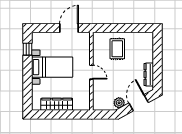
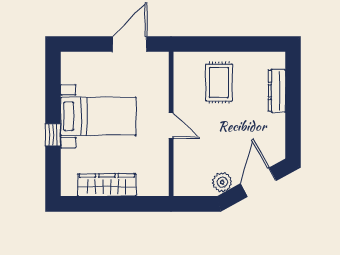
window: (28, 49) -> (53, 135), moved
dresser: (149, 74) -> (277, 91), moved

